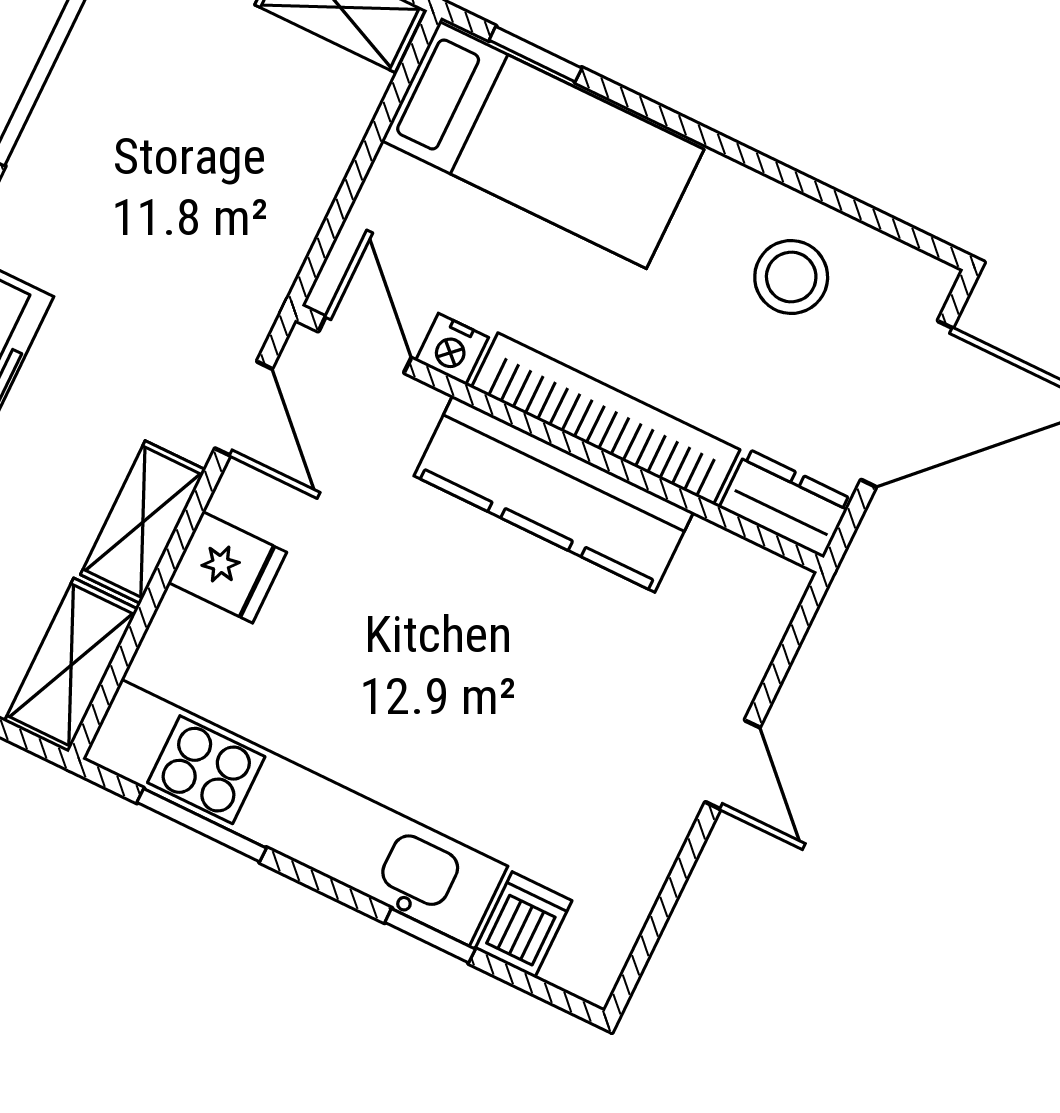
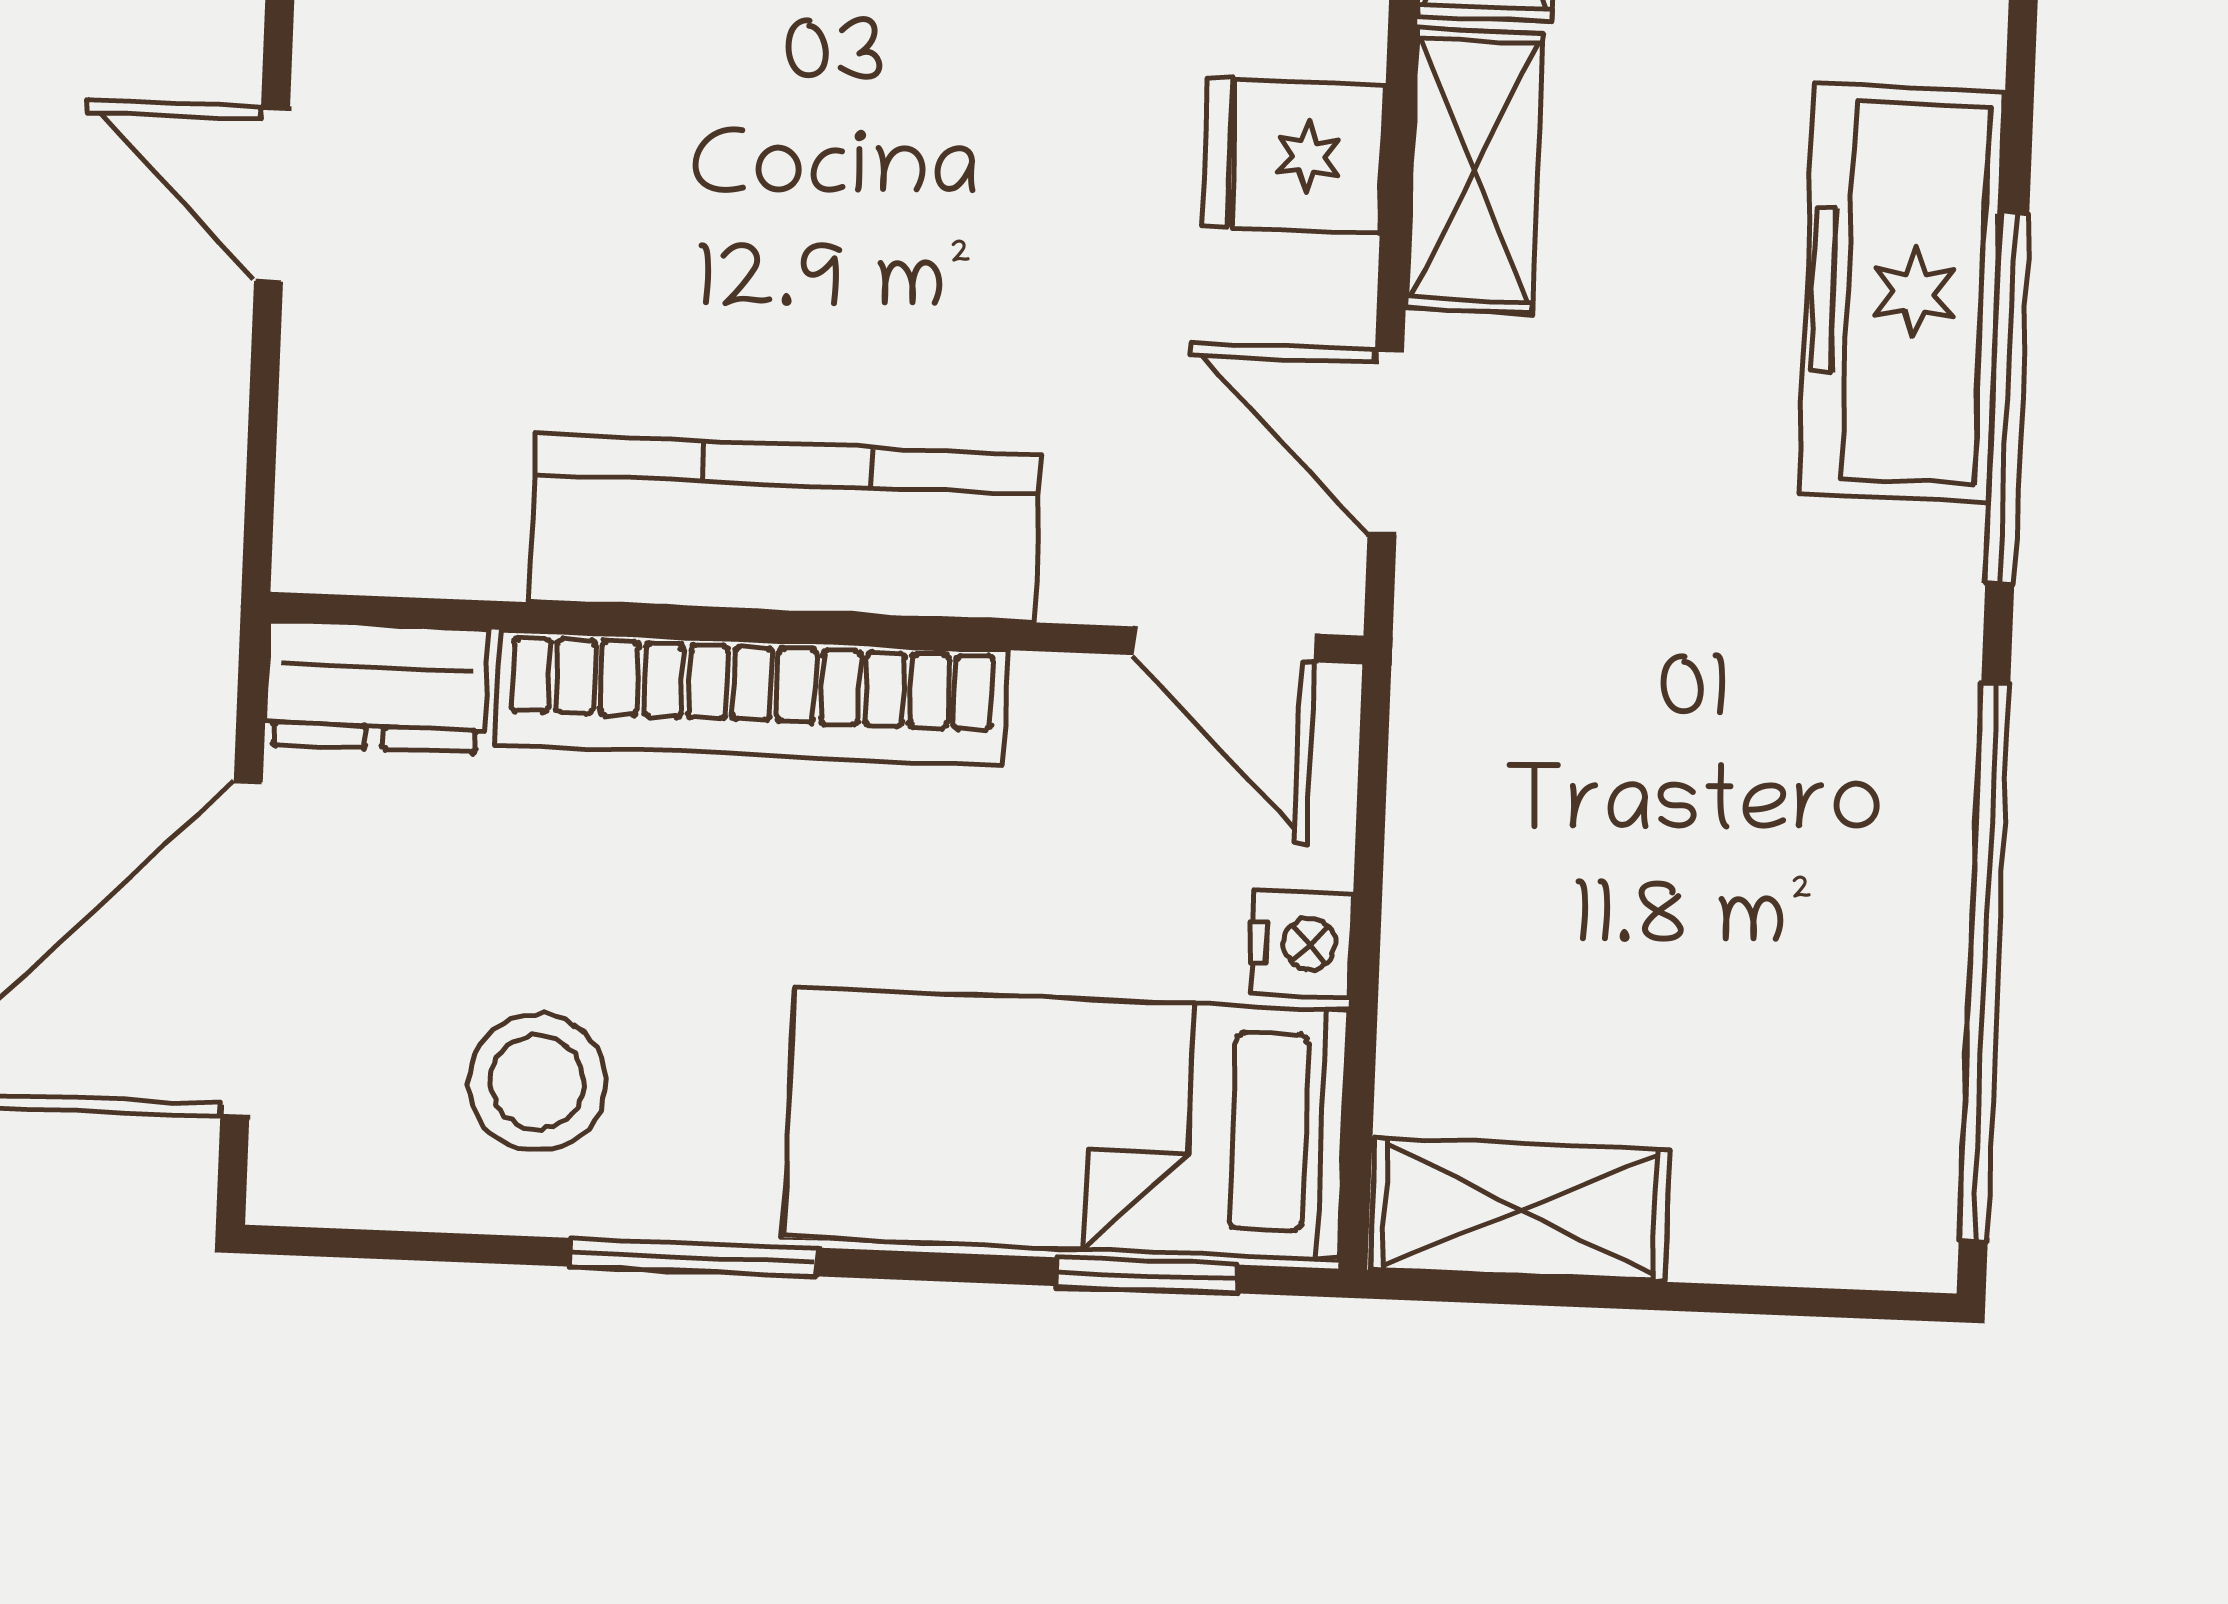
window: (752, 159) -> (694, 1257), added
nightstand: (452, 349) -> (1301, 944), moved, turned 90

